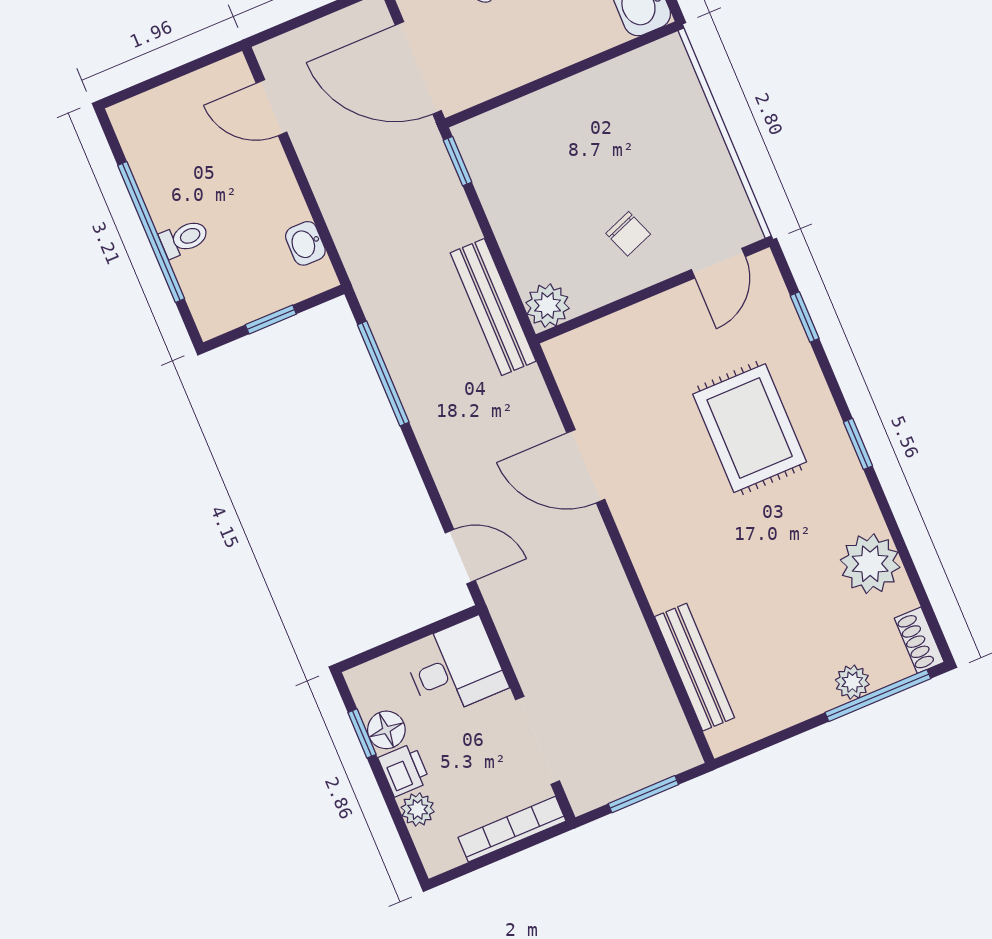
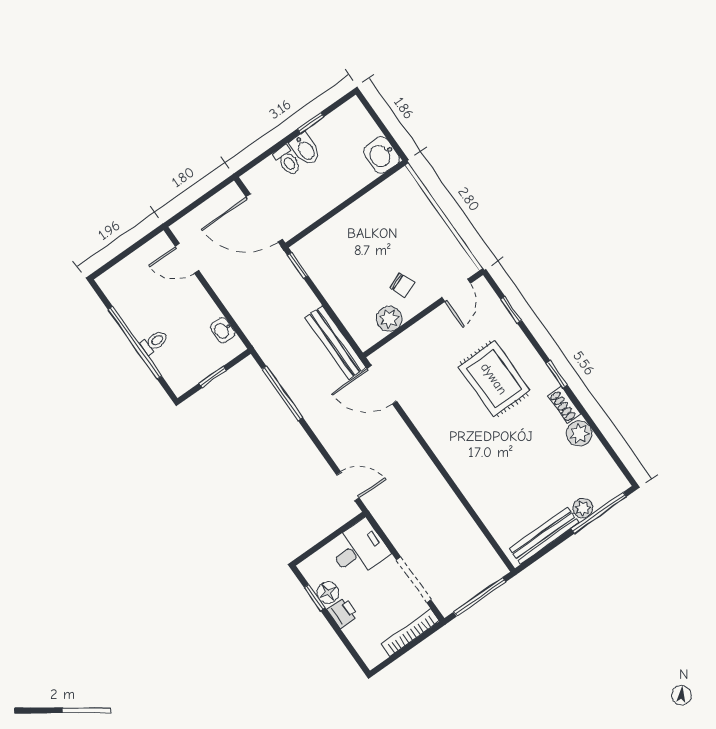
plant: (548, 305) -> (389, 319), moved
door: (586, 466) -> (382, 385), moved
plant: (870, 564) -> (579, 434), width x0.73, depth x0.73
shoe rack: (919, 640) -> (565, 405), moved
bench: (695, 667) -> (544, 536), moved, turned 90
window: (643, 794) -> (480, 597), width x1.44
plant: (418, 809) -> (355, 633), removed

